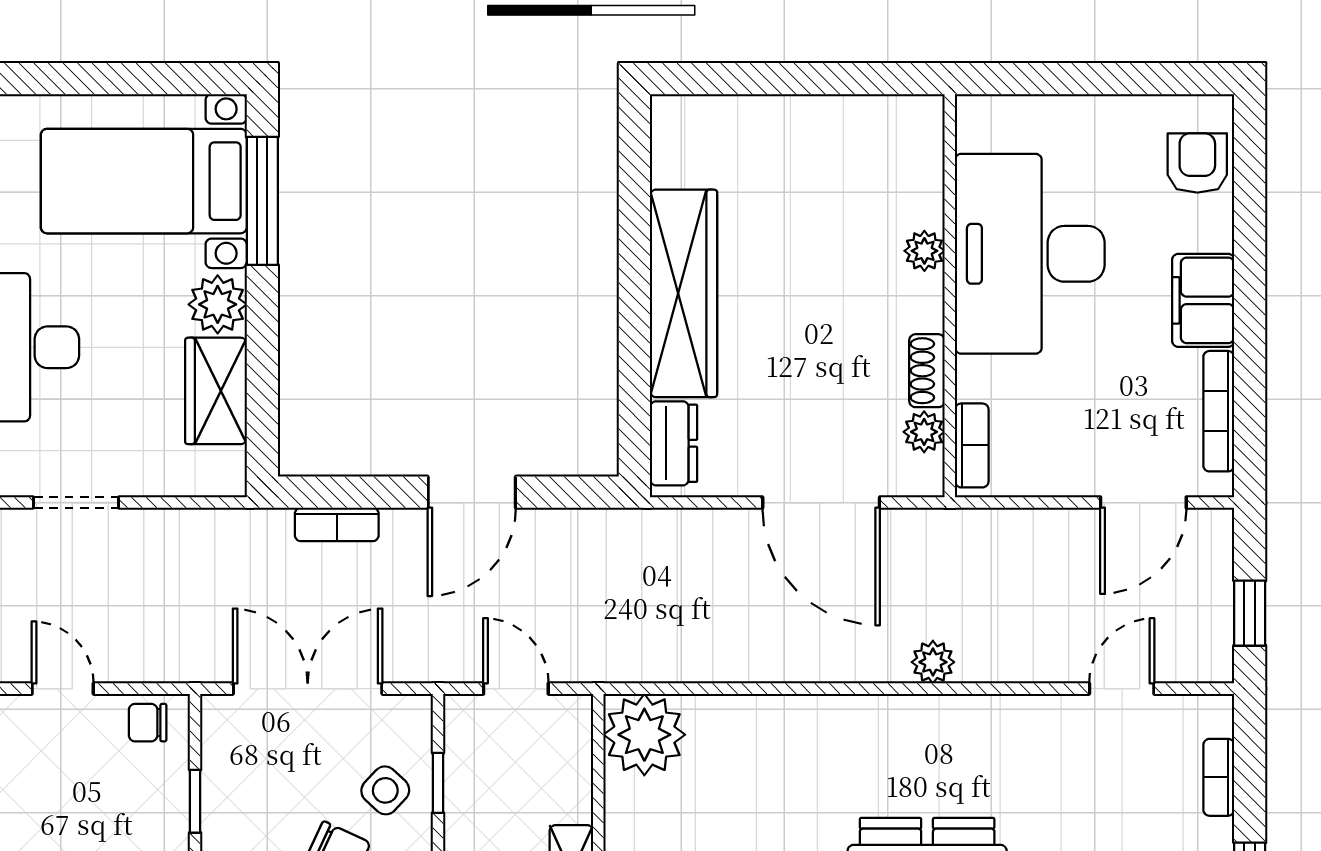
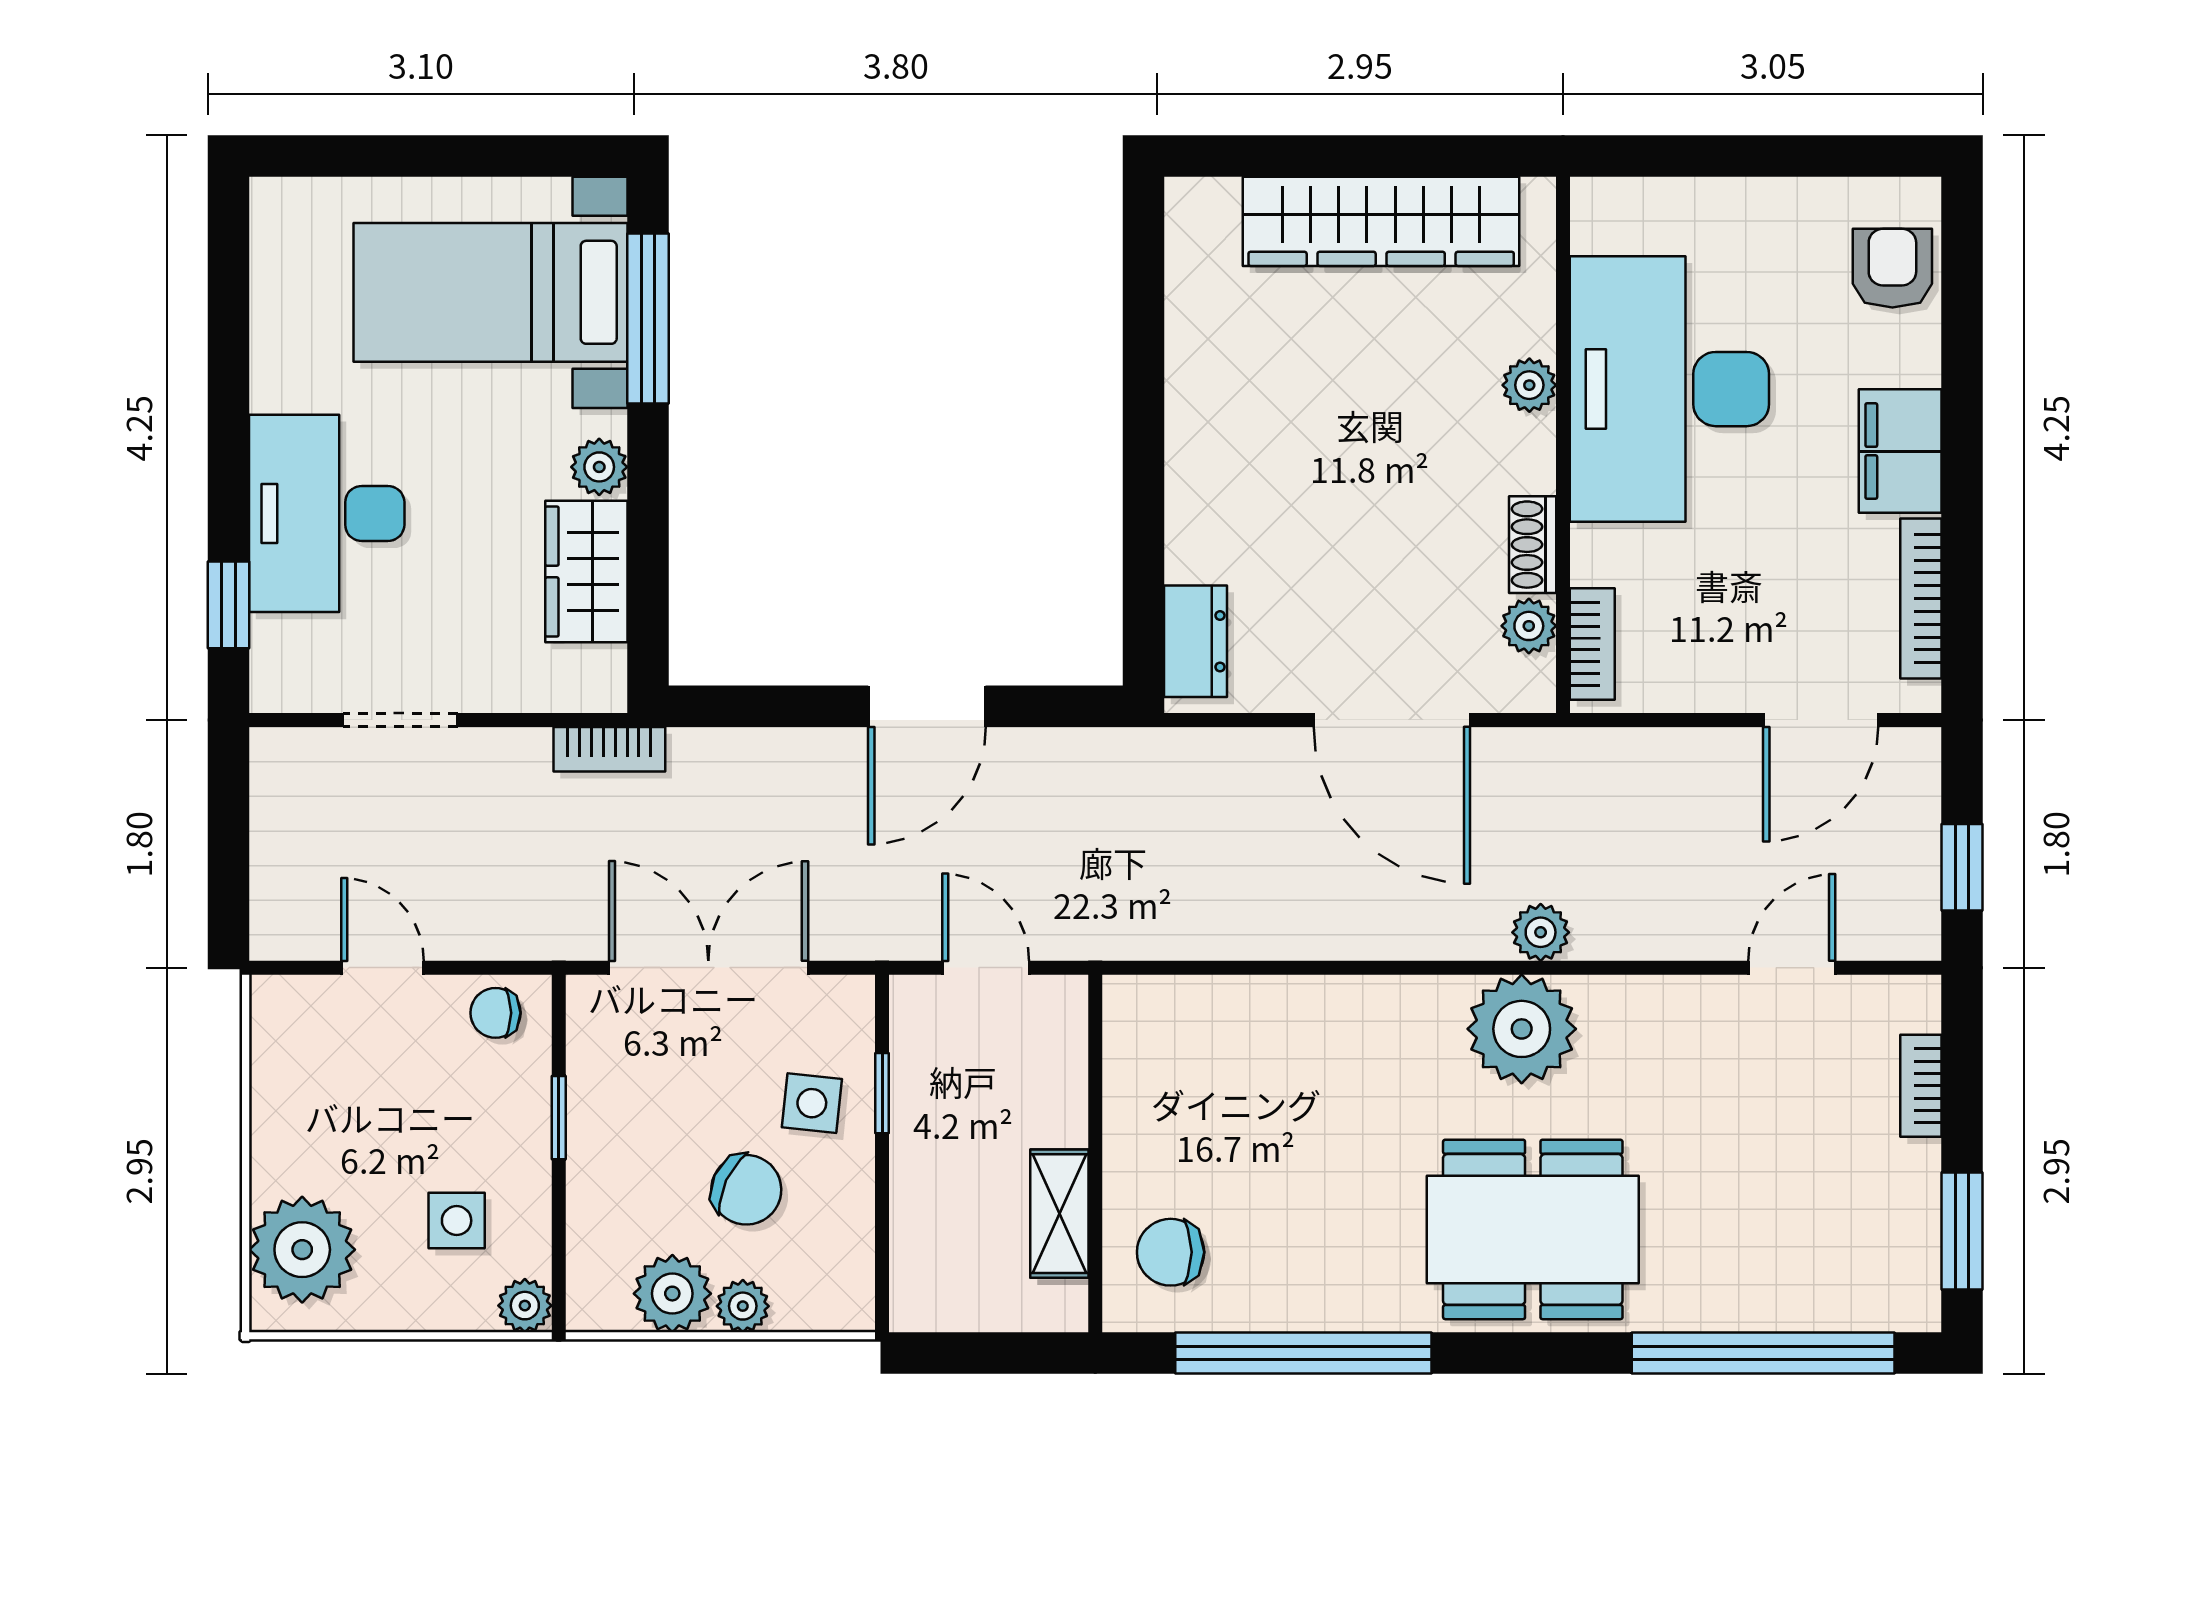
wardrobe: (684, 293) -> (1381, 221), moved, turned 90
plant: (218, 304) -> (599, 467), width x0.73, depth x0.73
bookcase: (337, 524) -> (609, 749), moved
plant: (644, 735) -> (1522, 1029), moved
side table: (385, 790) -> (812, 1103), turned -37

